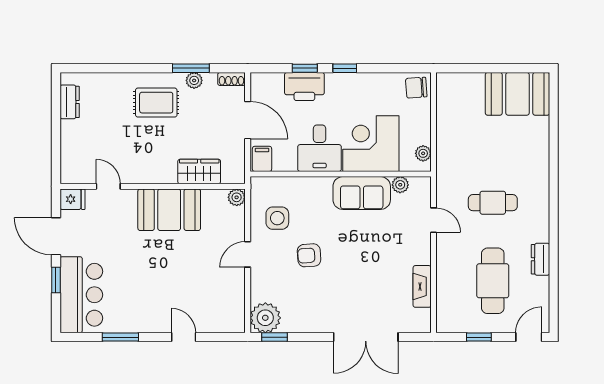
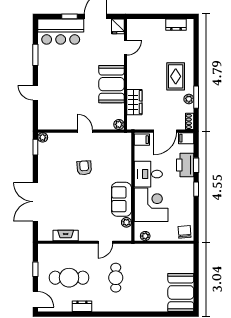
filing cabinet: (260, 85) -> (186, 138), added
side table: (277, 218) -> (106, 149), removed
plant: (265, 318) -> (43, 137), width x0.53, depth x0.53
door: (184, 337) -> (35, 93), swing flipped

